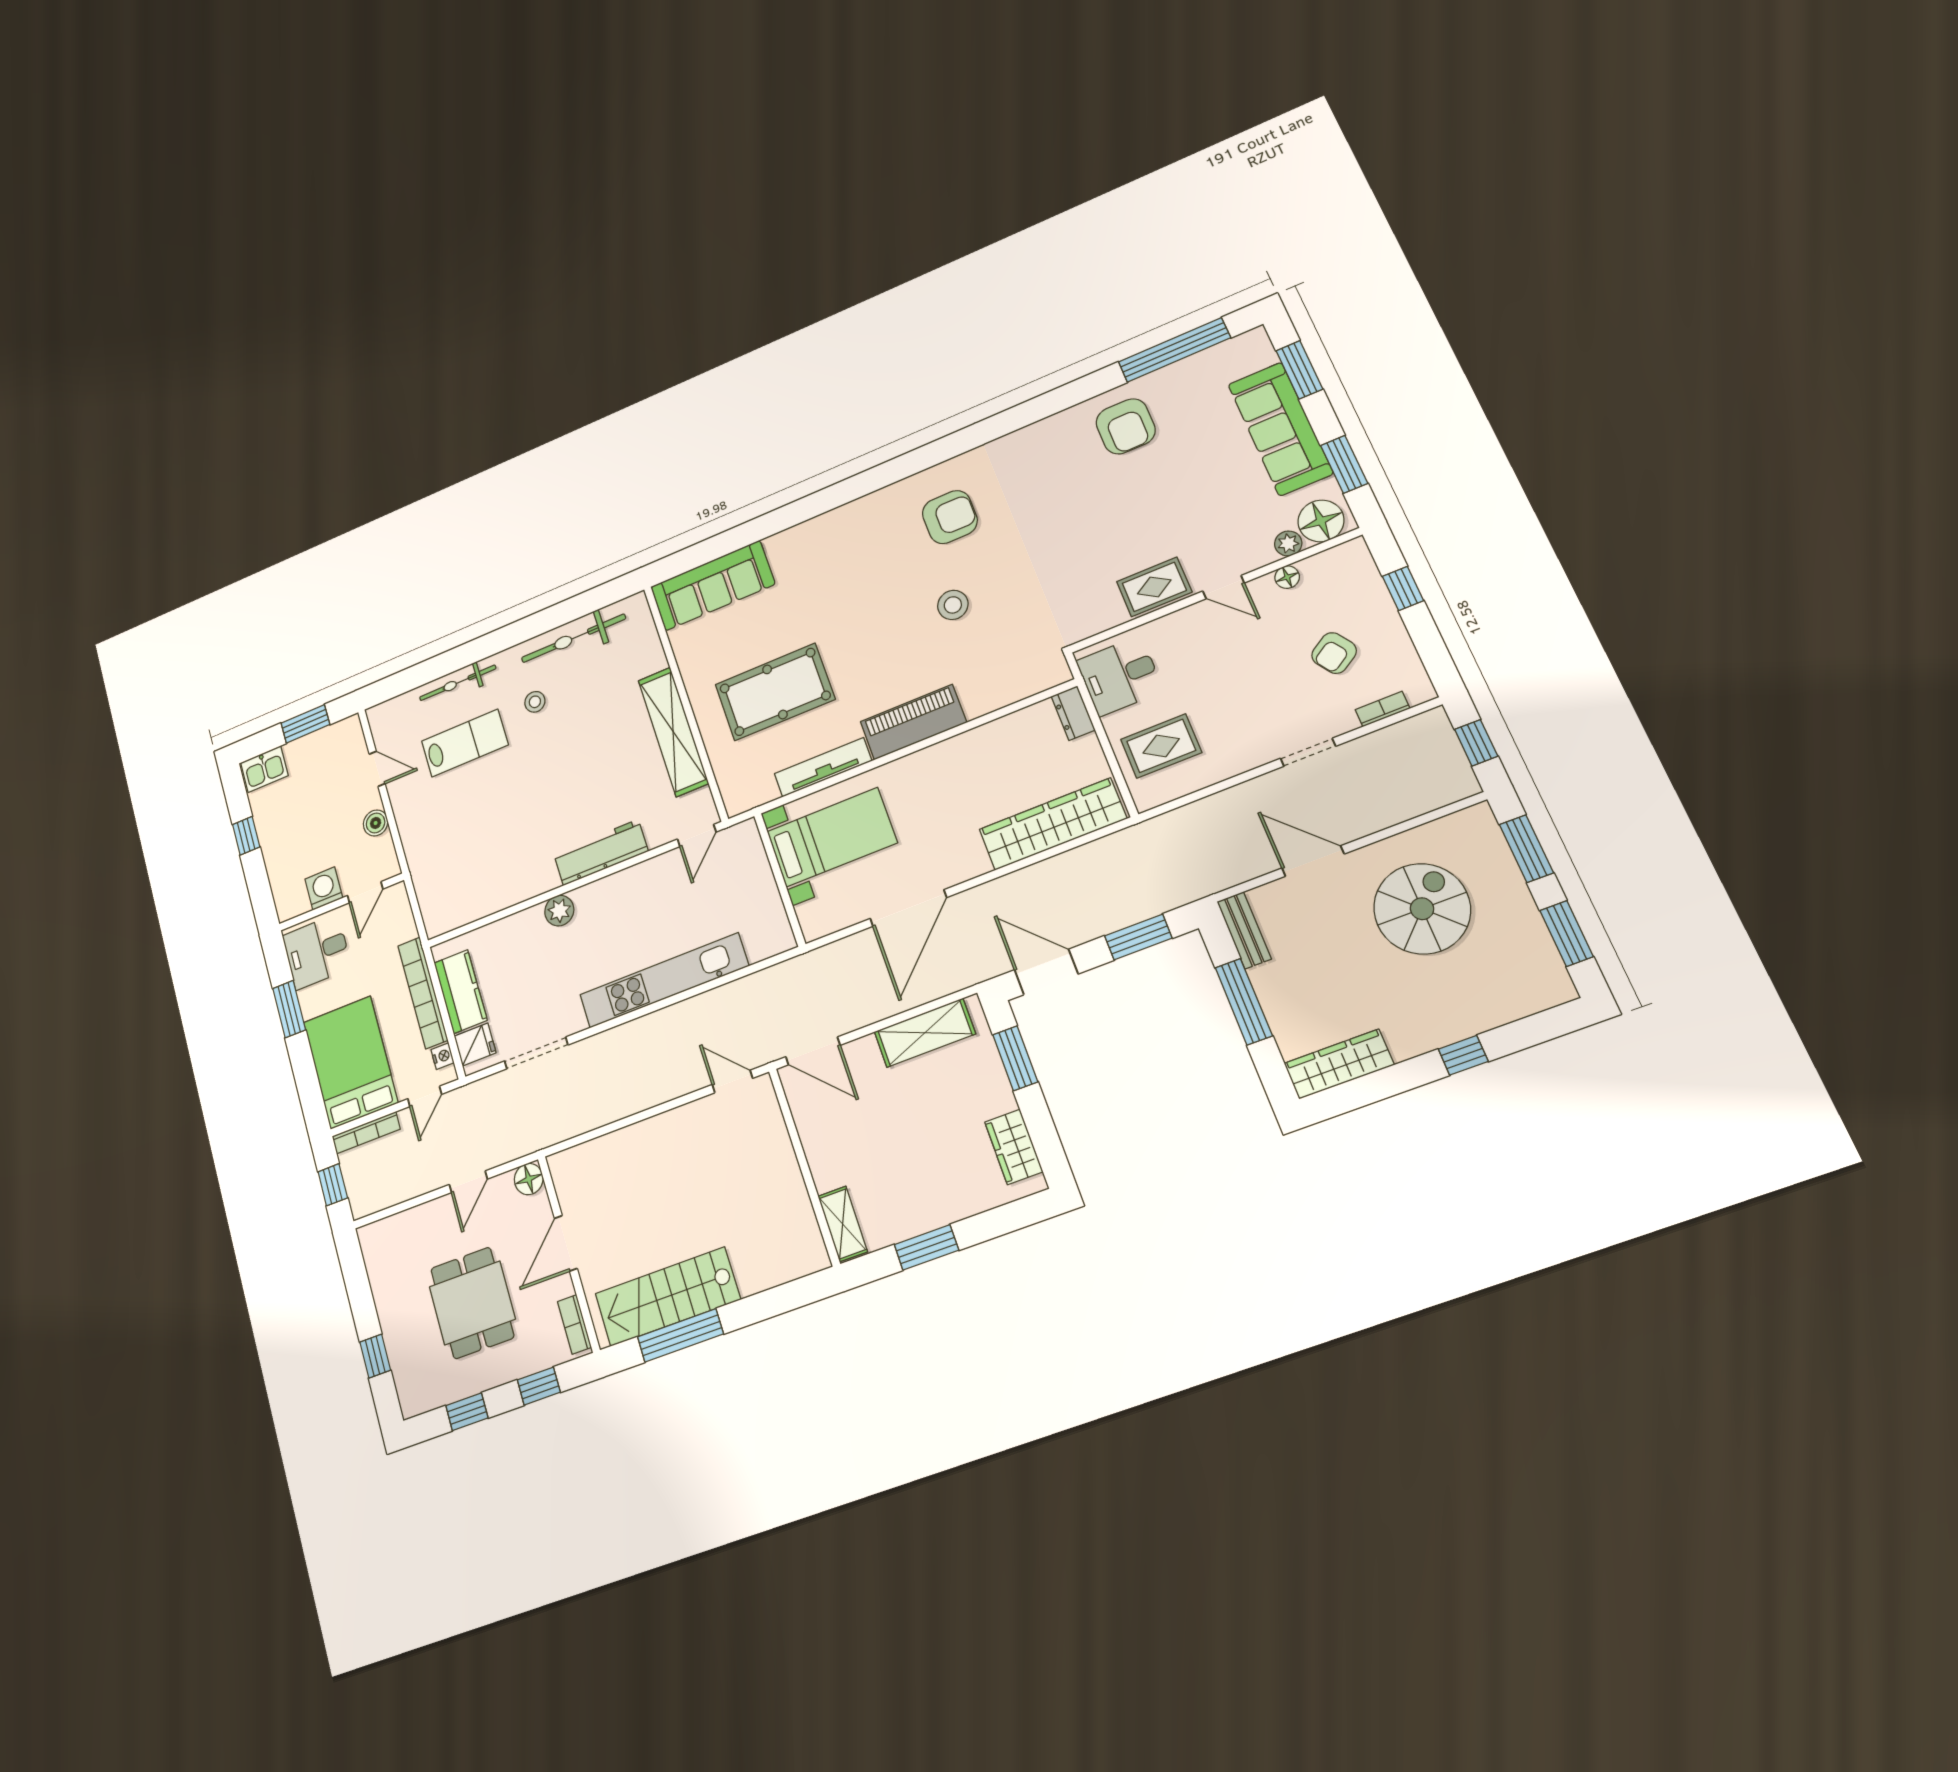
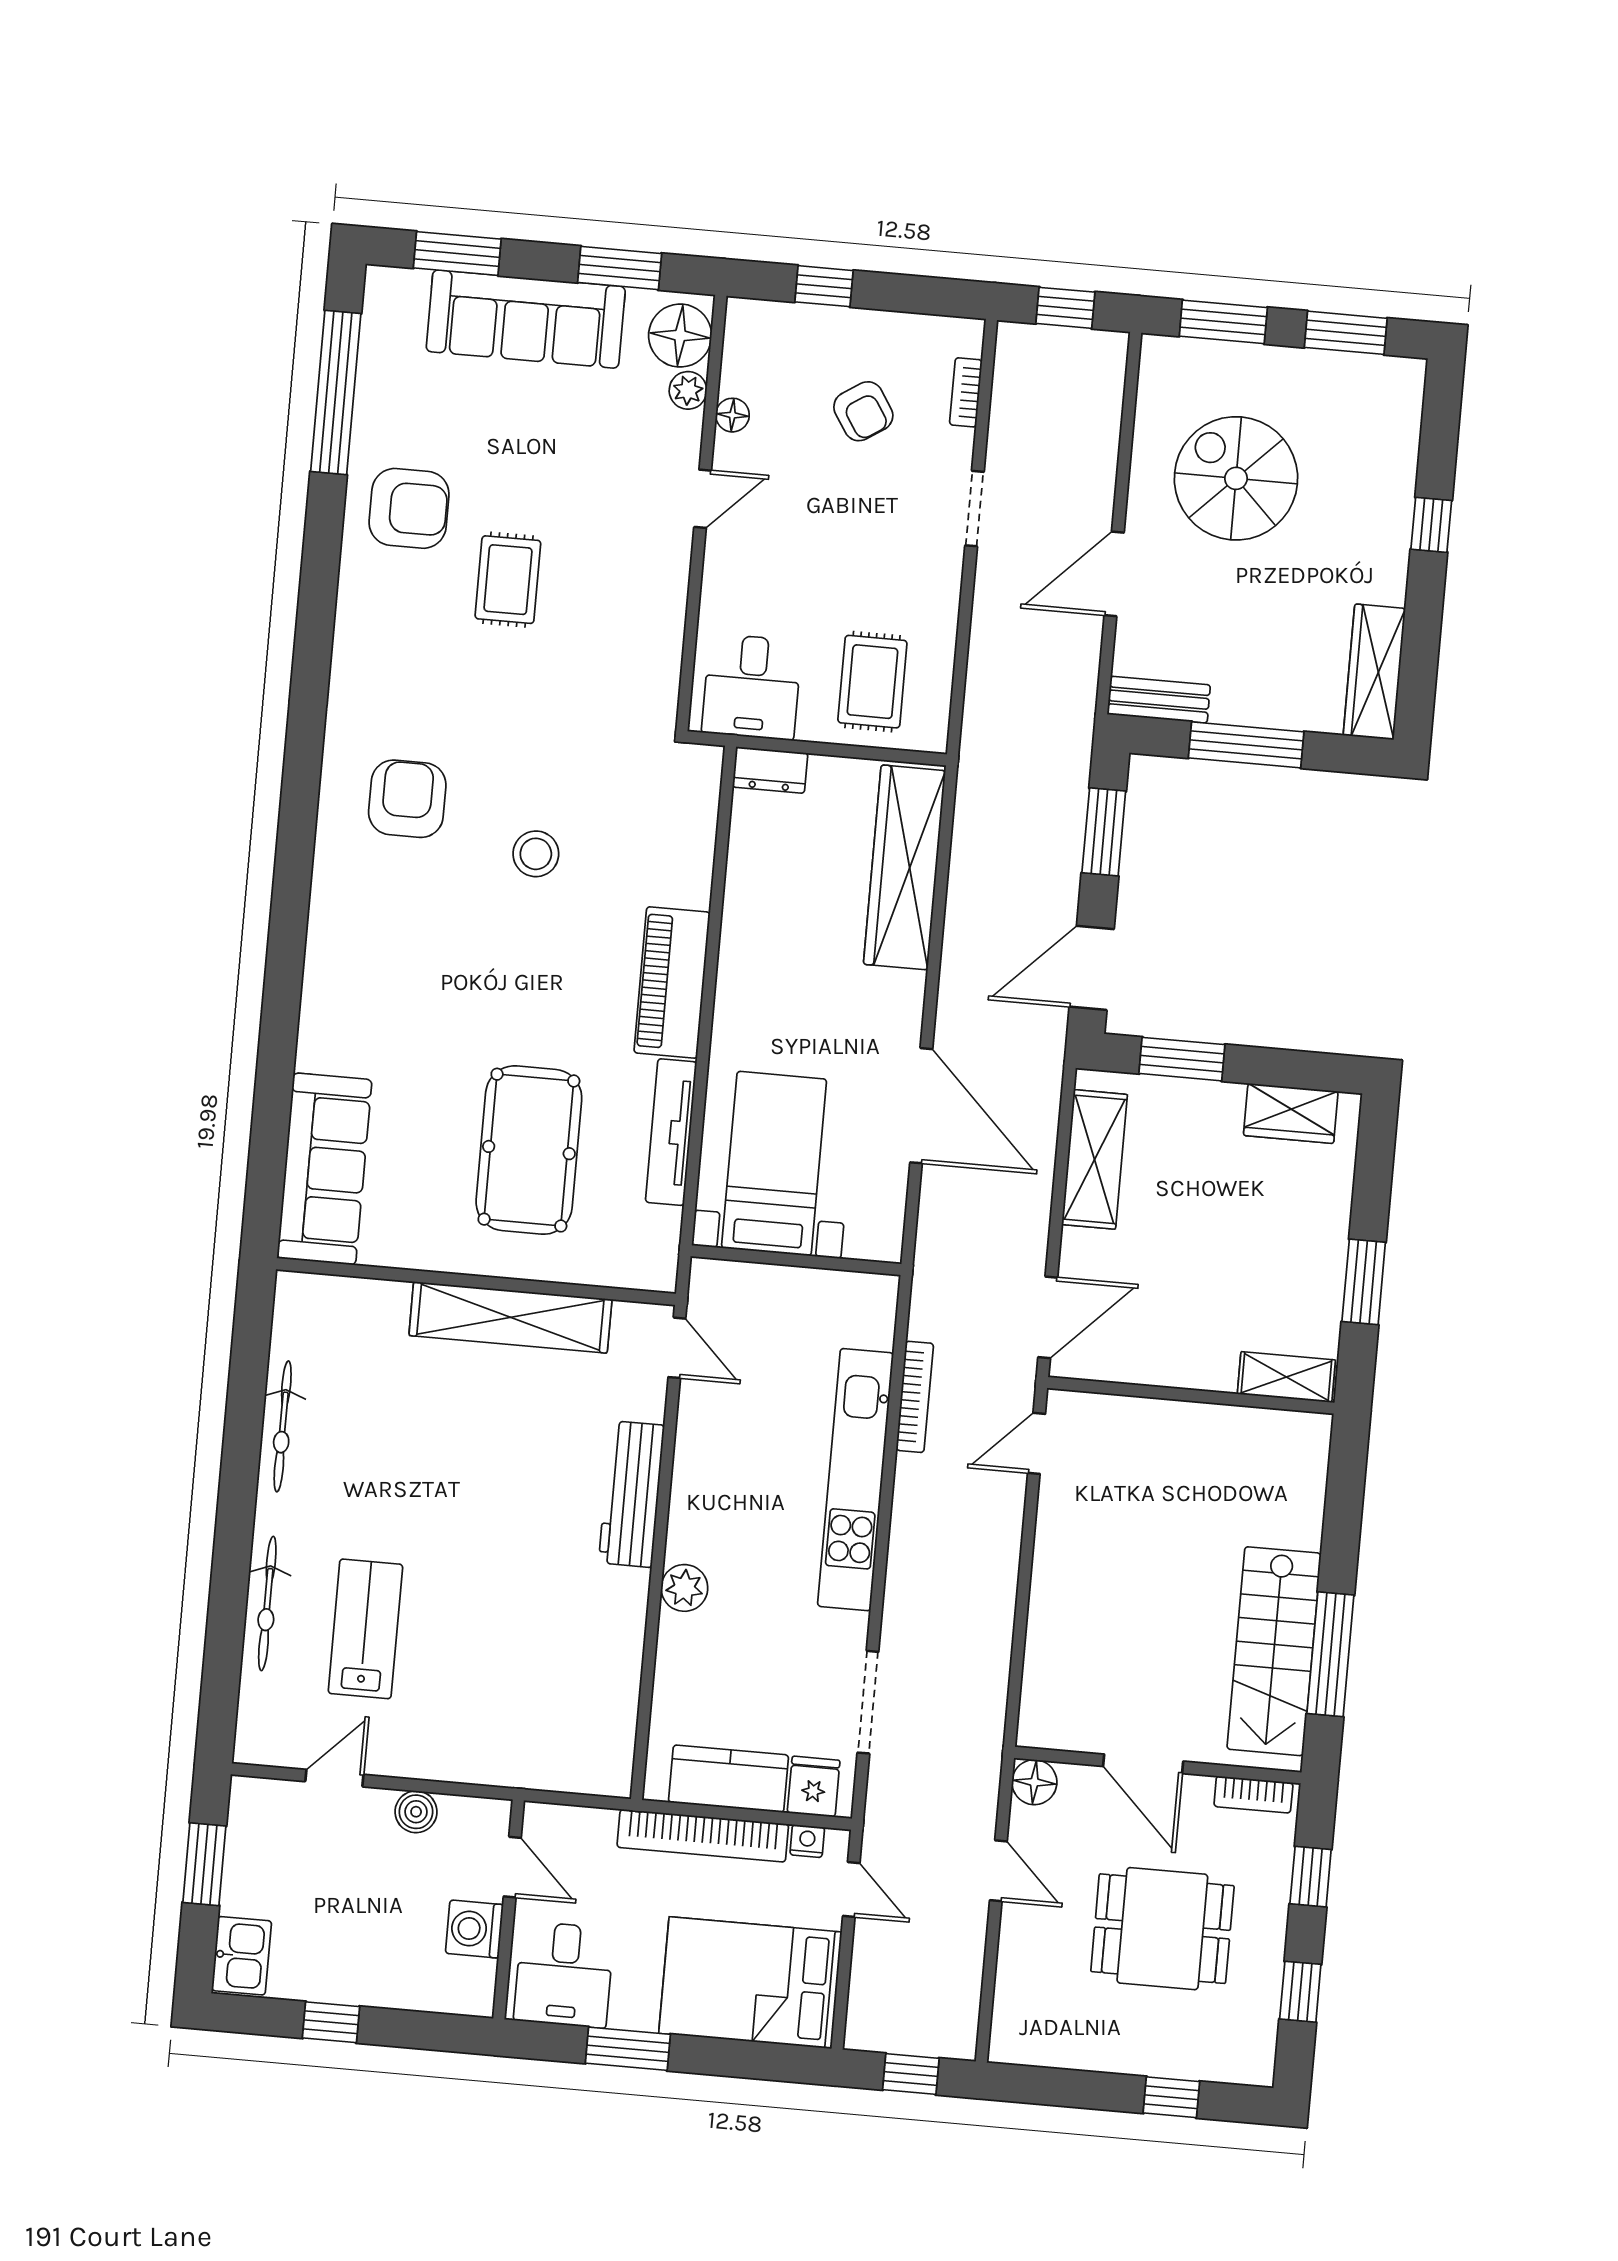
rug: (1154, 587) -> (508, 580), moved
bicycle: (573, 638) -> (283, 1426), width x0.73, depth x0.71
stool: (535, 702) -> (359, 1499), removed
bookcase: (366, 1133) -> (915, 1397), moved

